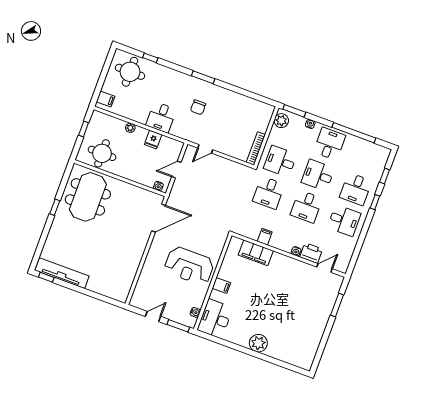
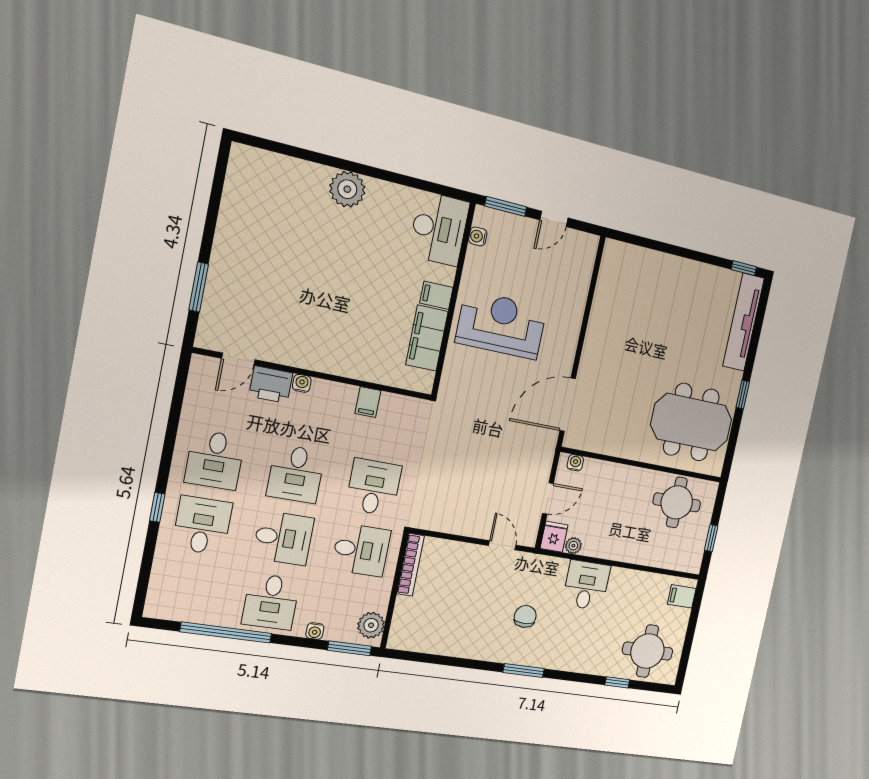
plant: (130, 128) -> (573, 546), moved
fridge: (153, 140) -> (554, 537), moved
door: (205, 149) -> (502, 545), hinge flipped
window: (385, 176) -> (147, 562), removed
meeting table: (88, 197) -> (691, 422), turned 90
desk: (306, 207) -> (296, 474), turned 180
desk: (344, 220) -> (215, 460), turned -90
filing cabinet: (256, 253) -> (427, 338), moved, turned -90
tv unit: (62, 273) -> (743, 322), moved, turned 90

